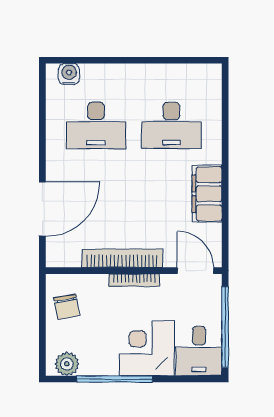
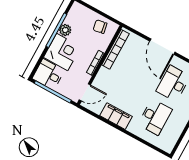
desk: (171, 125) -> (155, 117), turned 180
door: (42, 209) -> (162, 47), moved
bookcase: (122, 258) -> (115, 49), moved
plant: (67, 364) -> (65, 30), moved

